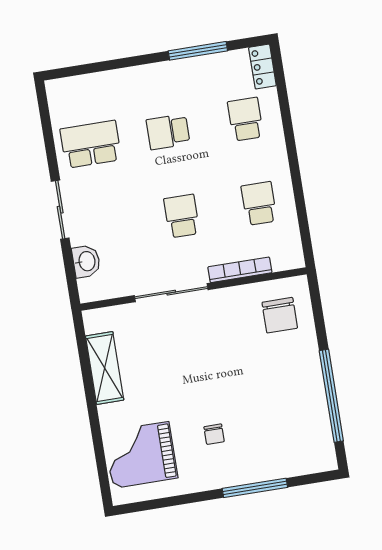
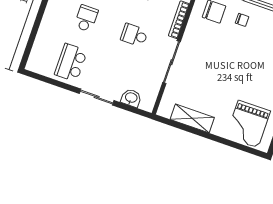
school desk: (168, 132) -> (86, 18), turned 180
chair: (214, 434) -> (242, 20), moved

